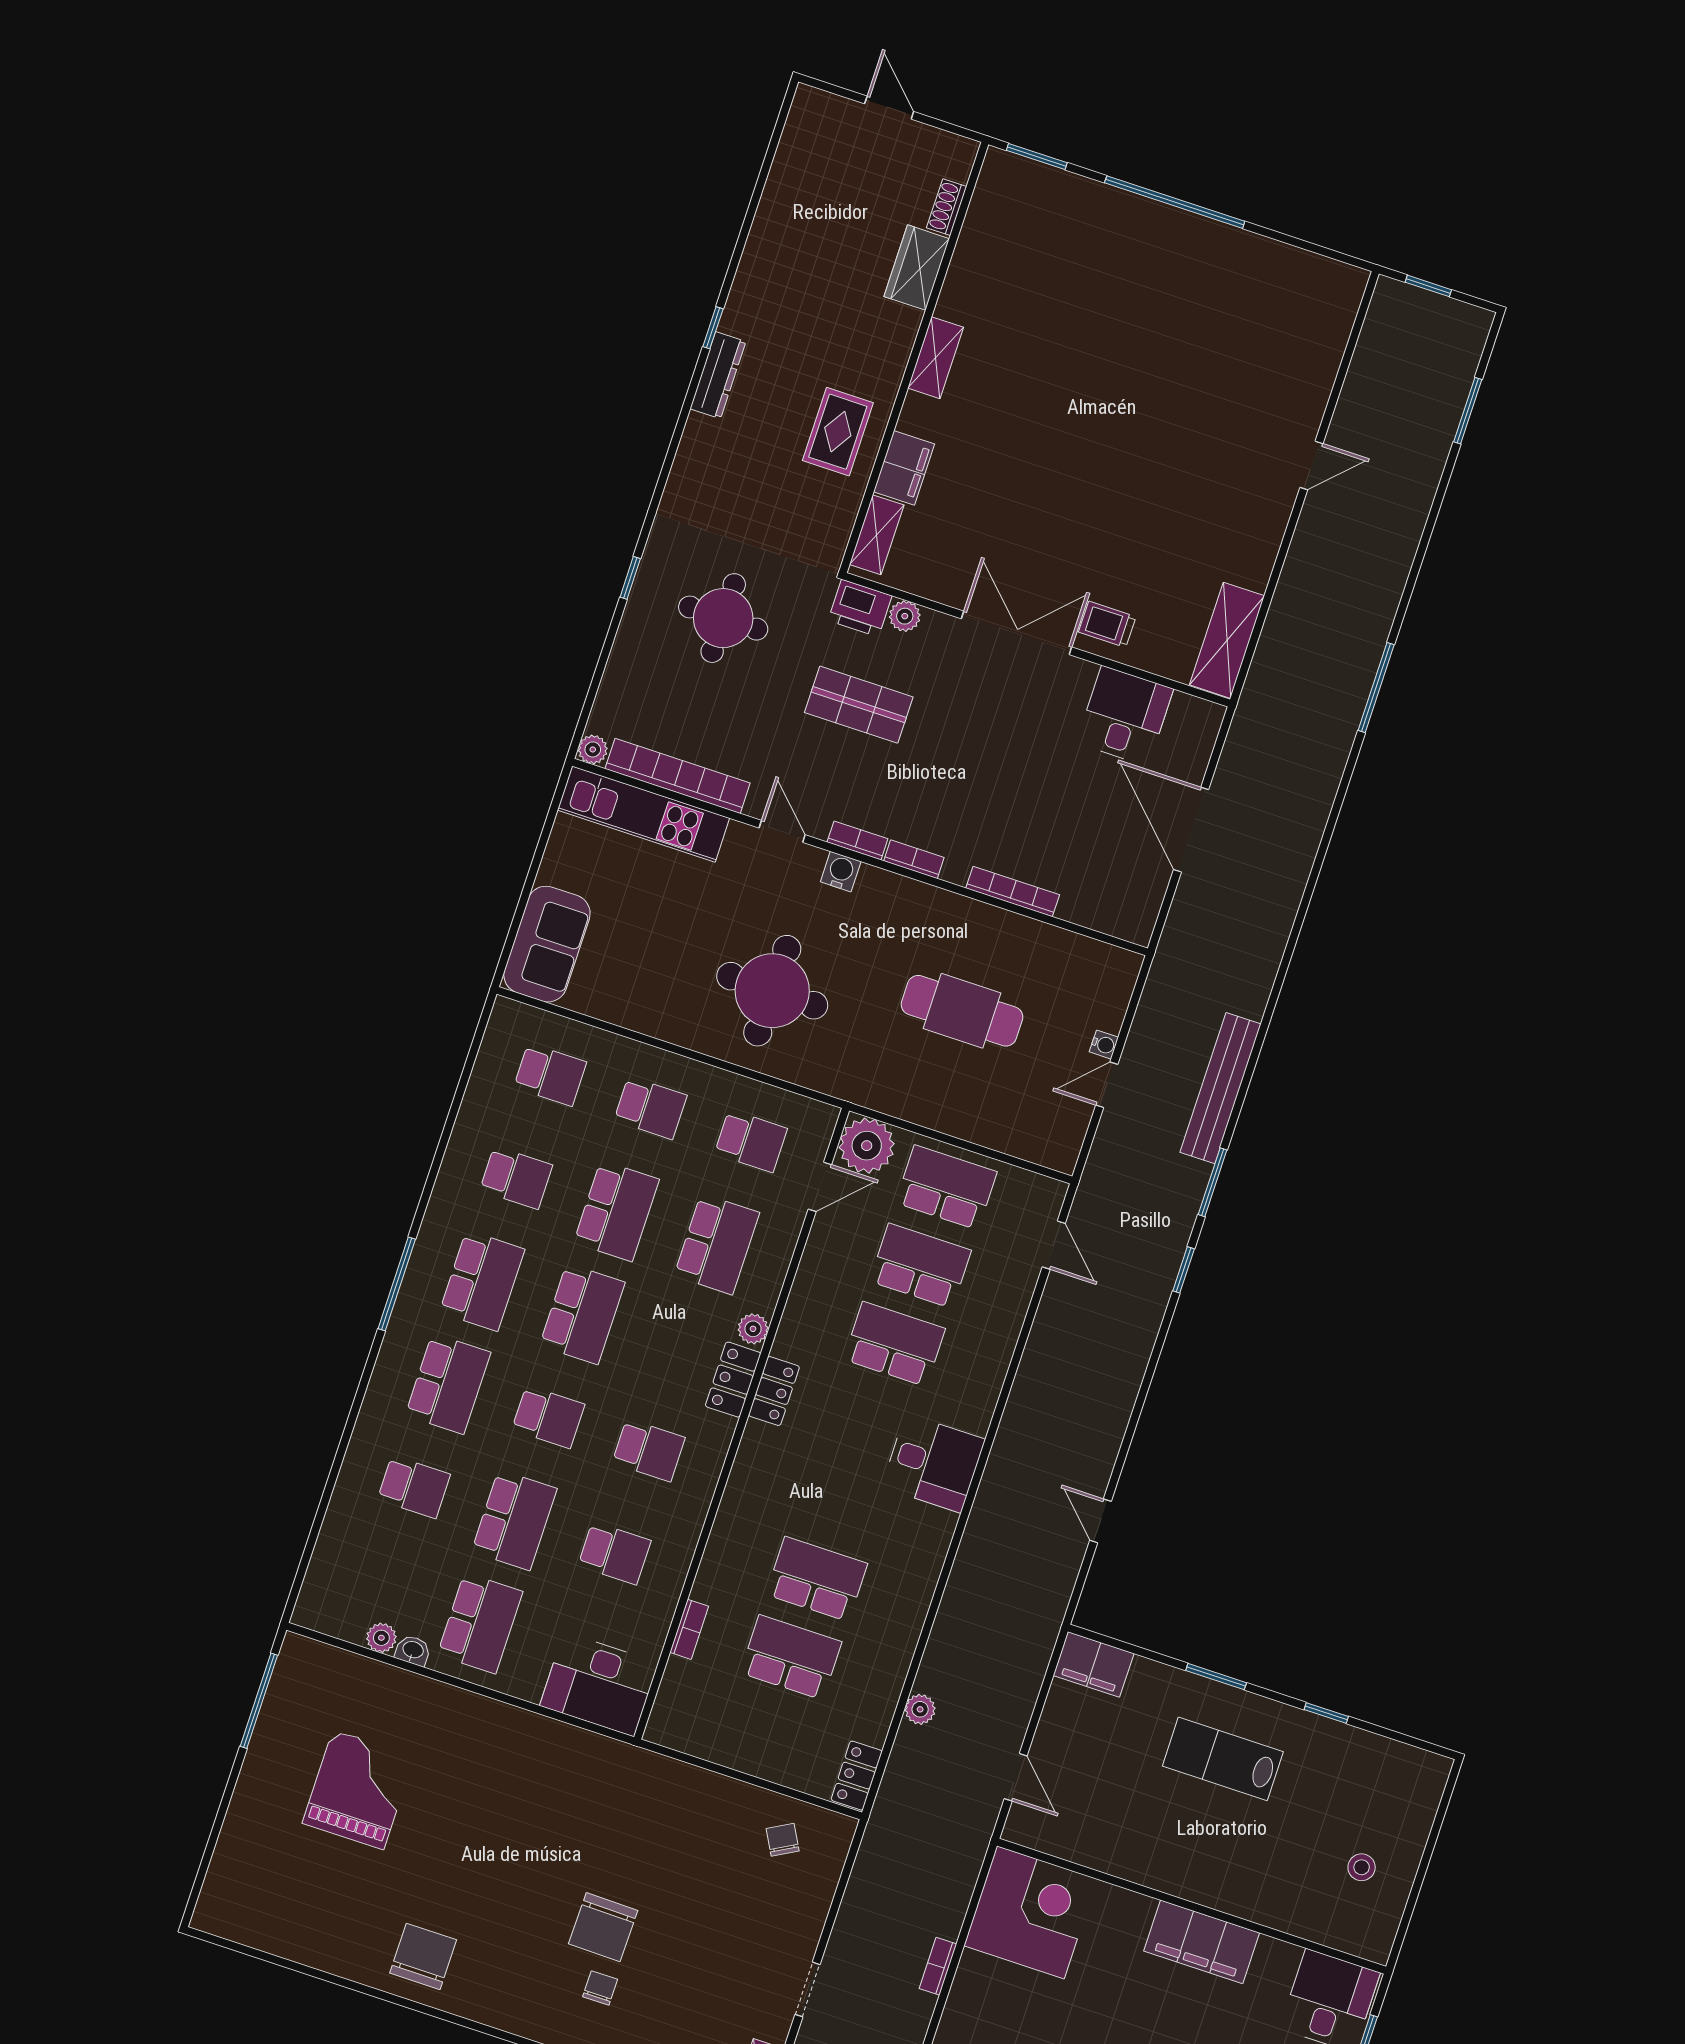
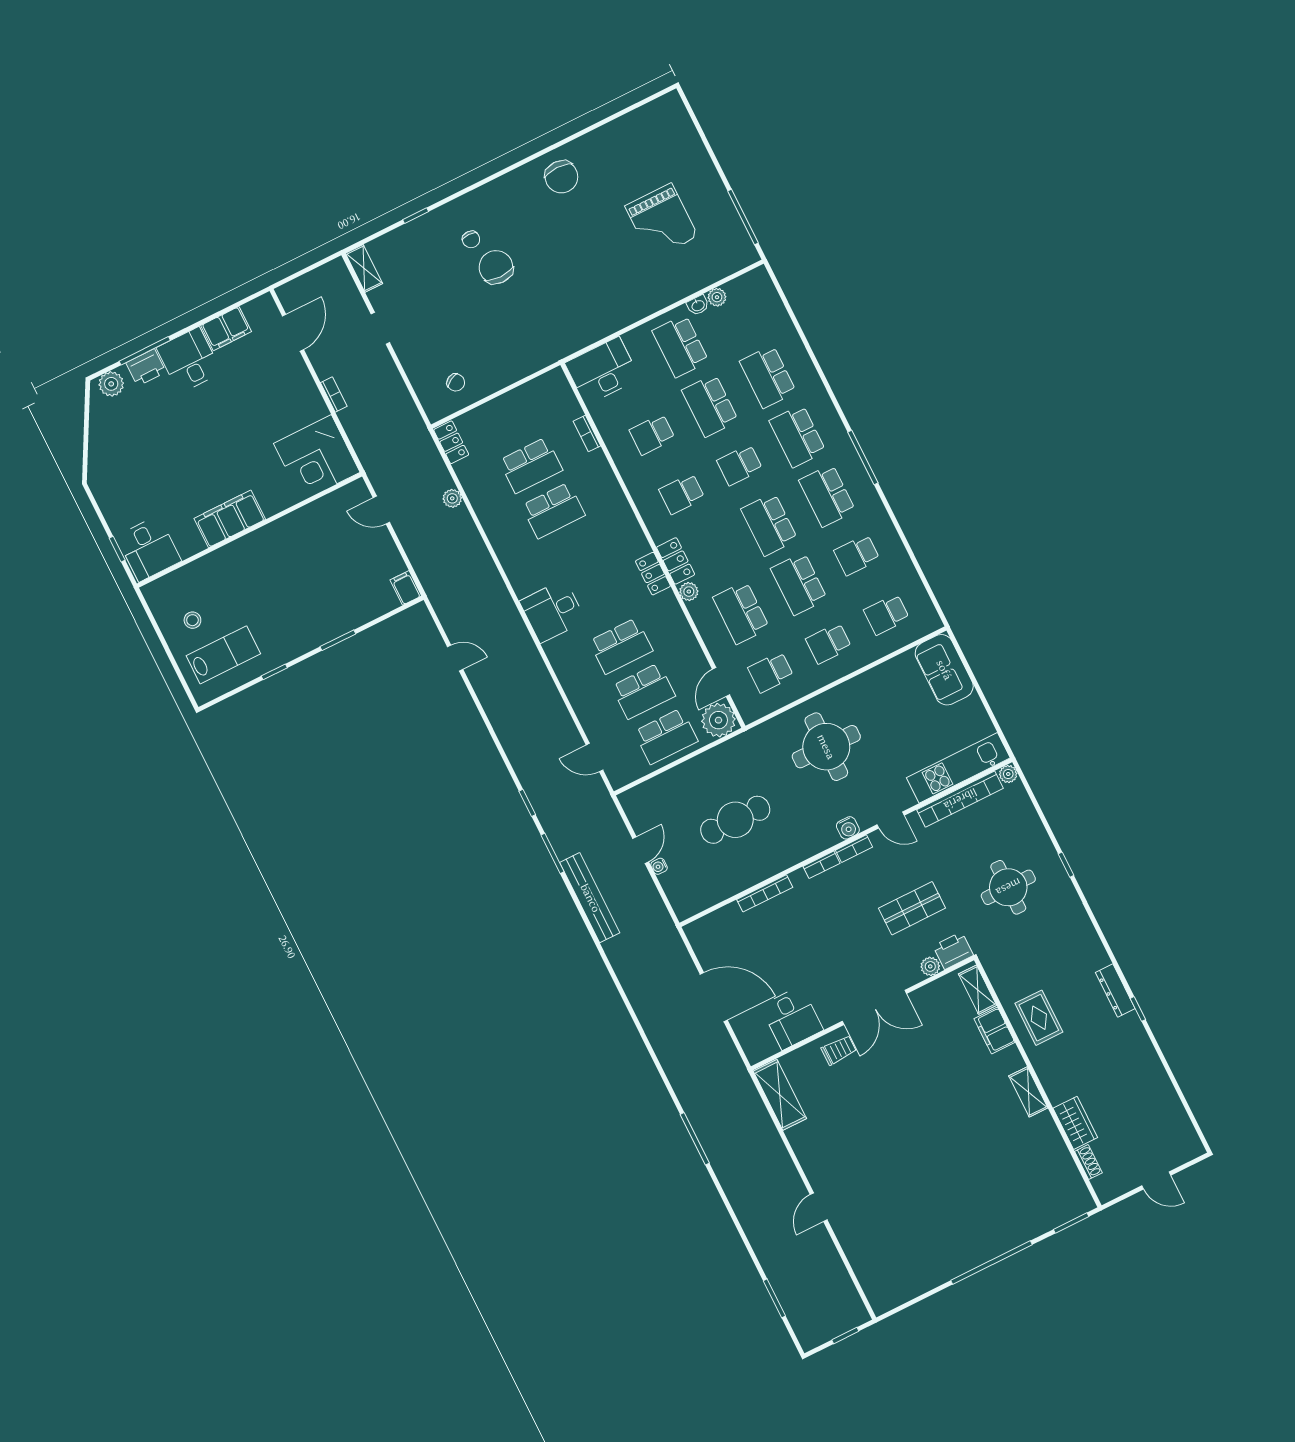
school desk: (414, 1487) -> (768, 377), width x1.85
filing cabinet: (1094, 1664) -> (406, 588), width x0.50
lab bench: (1223, 1759) -> (223, 655), moved

